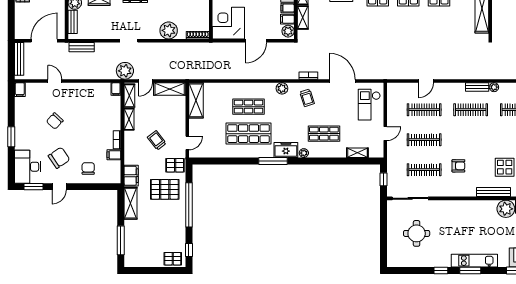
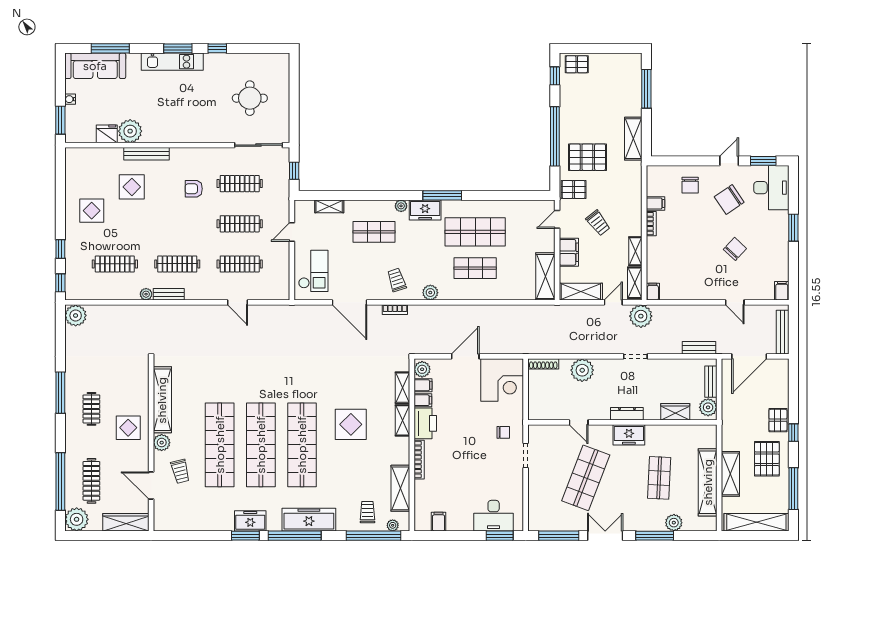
door: (426, 81) -> (237, 302), swing flipped
filing cabinet: (131, 176) -> (569, 252), moved, turned 180

